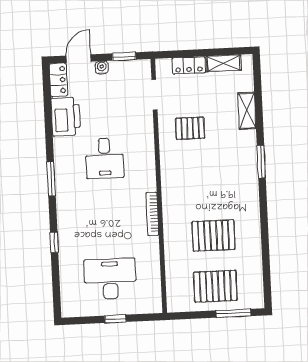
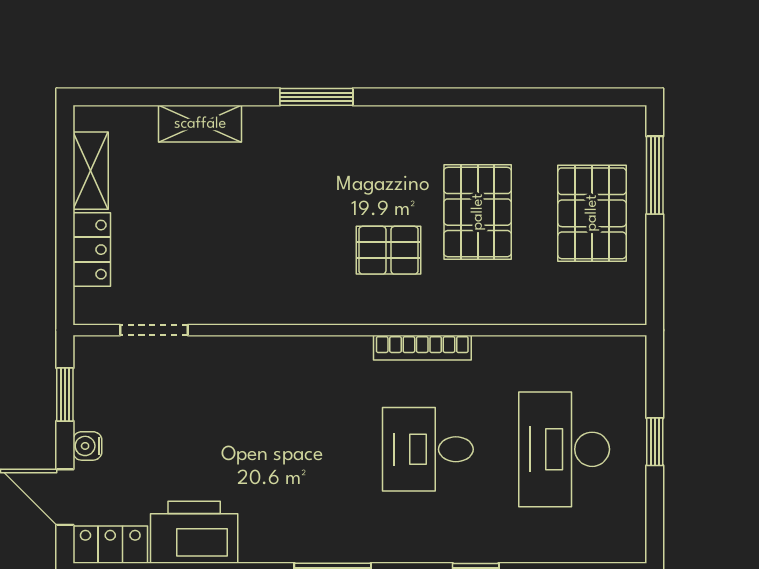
pallet: (190, 128) -> (388, 250), moved, turned 90
desk: (105, 158) -> (428, 449), moved, turned 180

